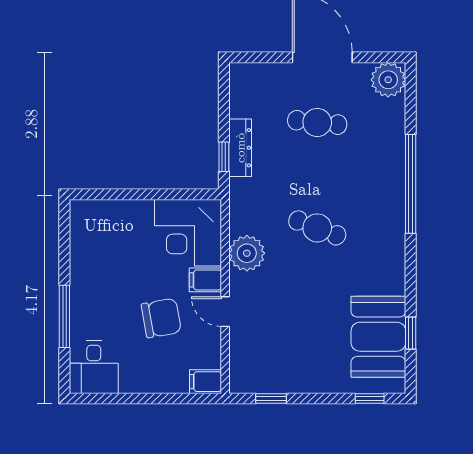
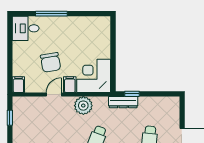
dresser: (240, 148) -> (123, 102), moved

